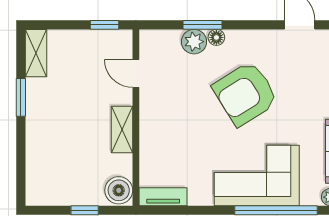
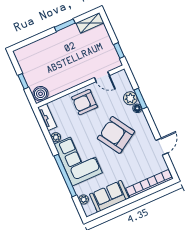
door: (136, 73) -> (102, 77), swing flipped
armchair: (166, 122) -> (85, 102), added
shelving: (122, 130) -> (71, 82), removed
plant: (204, 197) -> (56, 137), added

